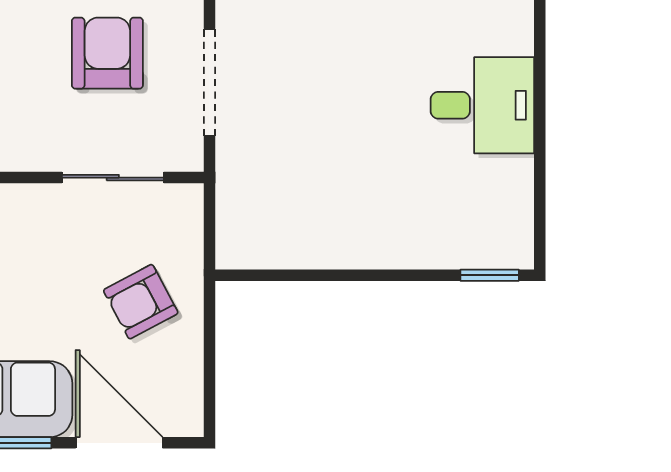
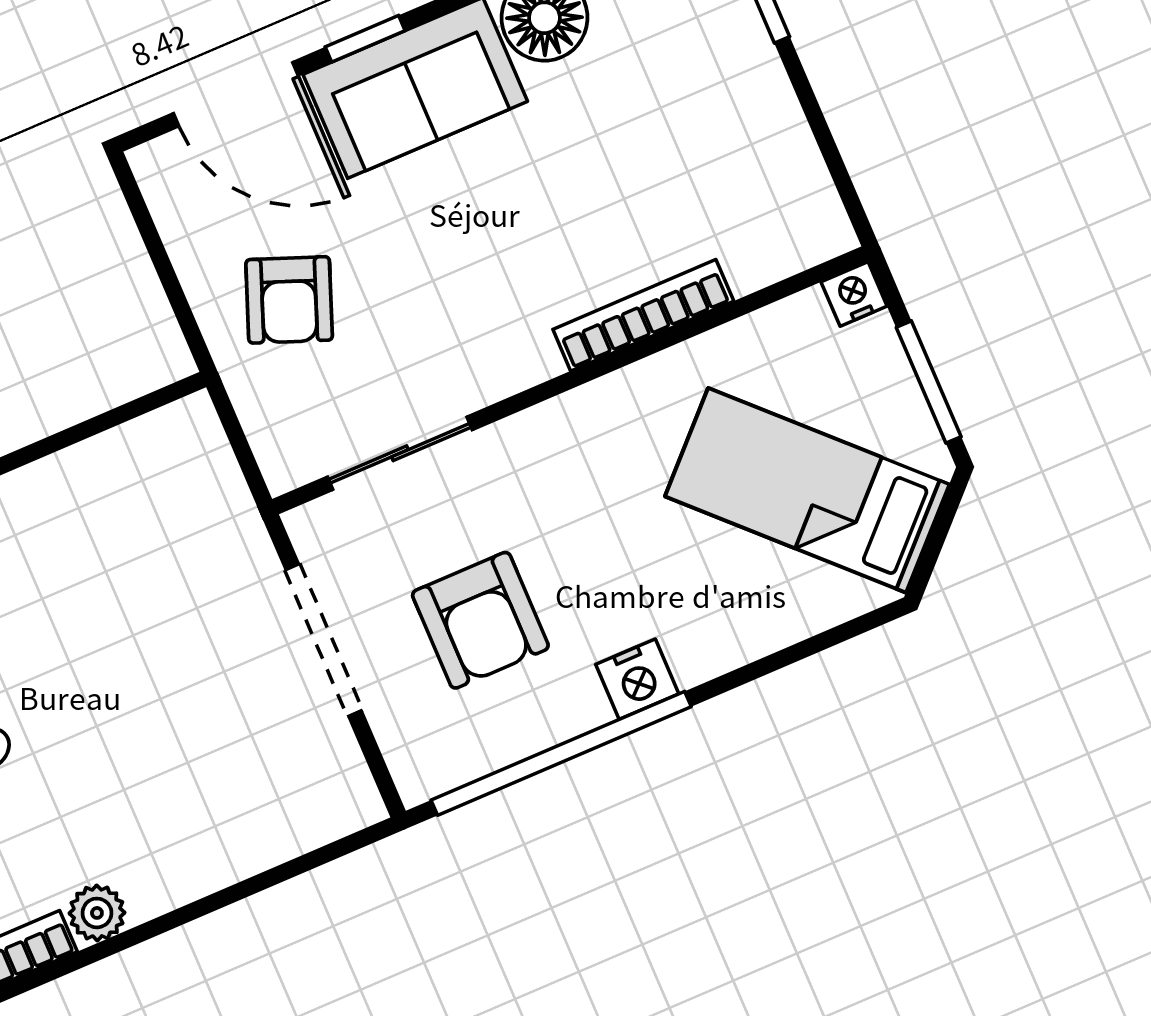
armchair: (141, 302) -> (289, 300), turned 139

